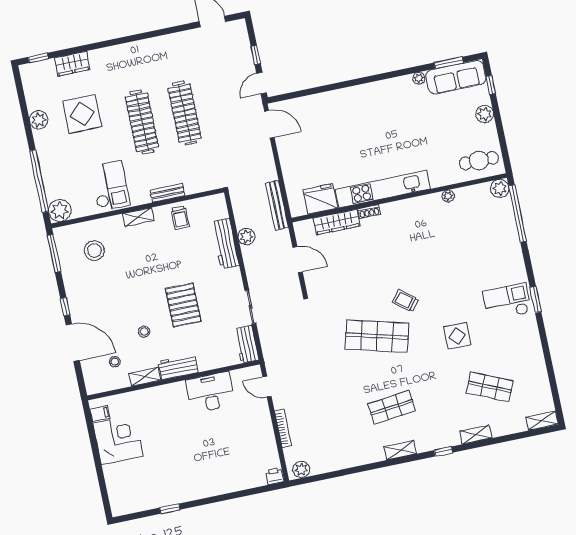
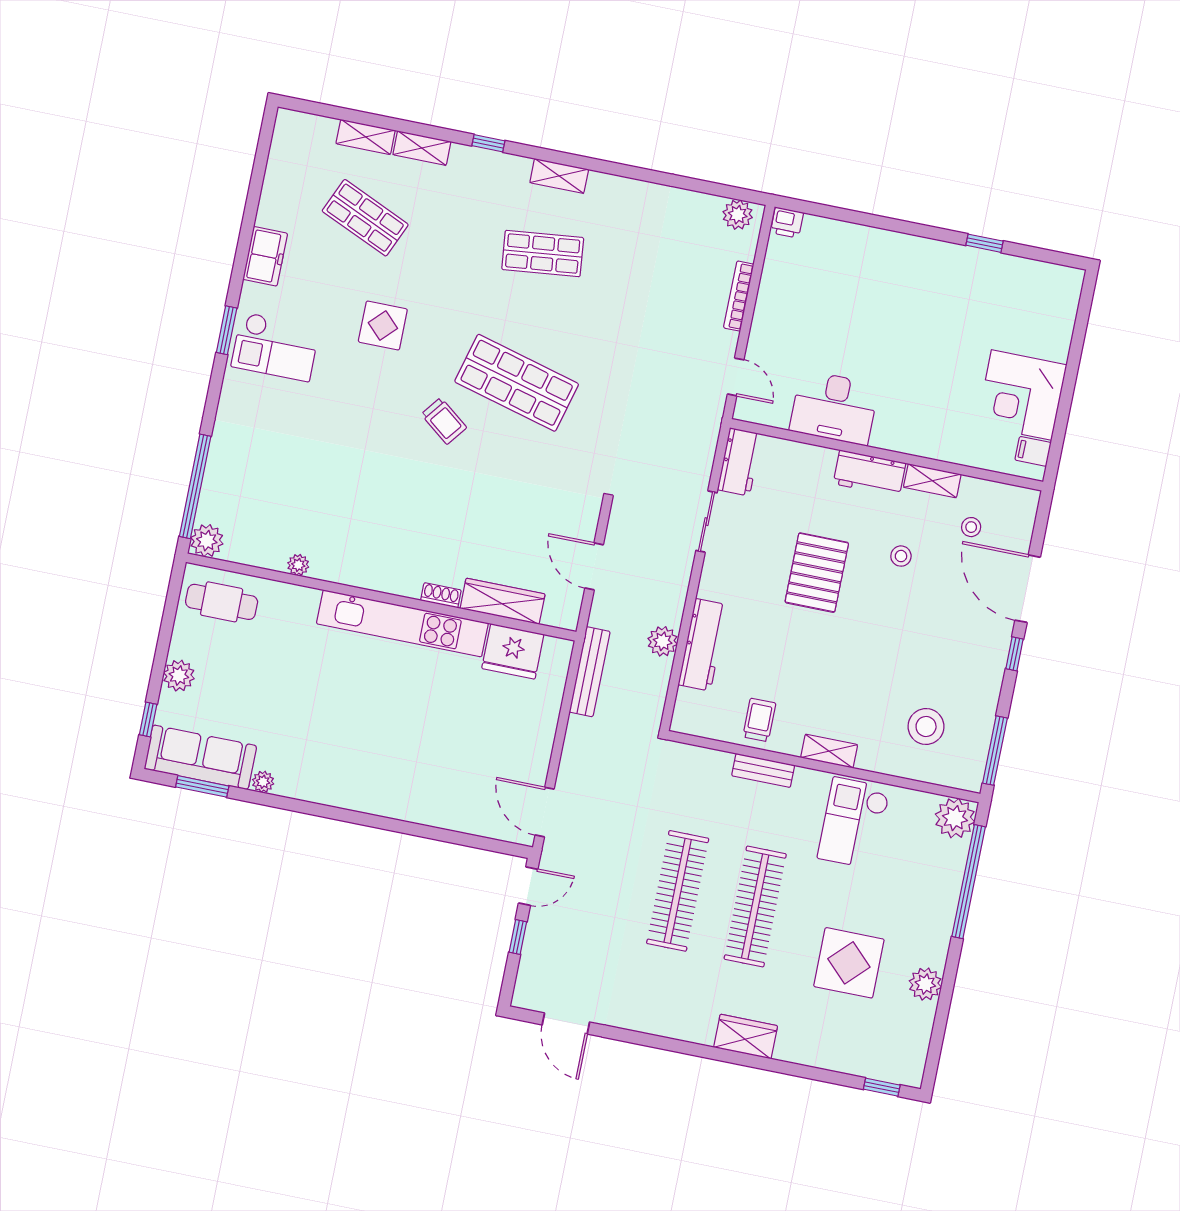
wardrobe: (72, 64) -> (746, 1037), moved
freezer: (532, 345) -> (265, 256), added
shelving: (542, 421) -> (366, 137), moved

